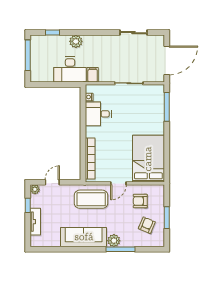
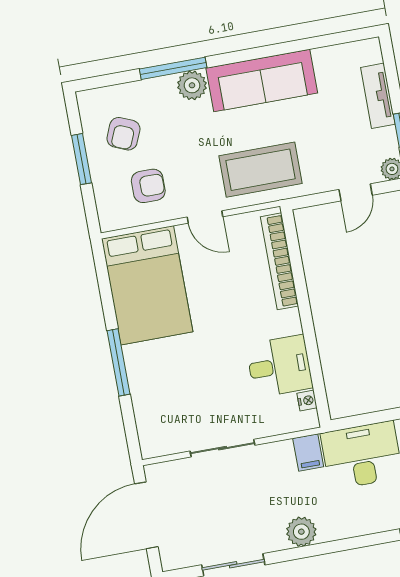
plant: (76, 41) -> (301, 532), moved
window: (167, 107) -> (119, 362), moved
door: (118, 183) -> (205, 217), swing flipped

